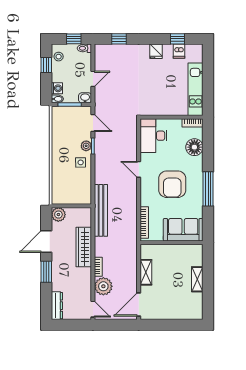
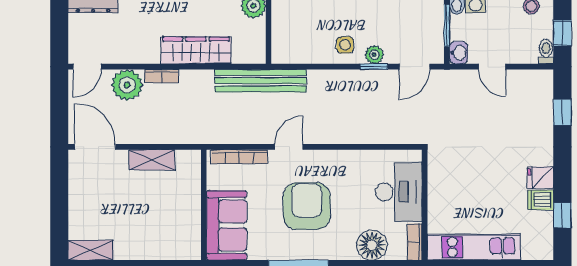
dishwasher: (179, 51) -> (541, 200), moved
desk: (153, 136) -> (399, 192), moved, turned 90
door: (139, 169) -> (289, 147), moved
armchair: (172, 184) -> (307, 206), turned 90
shelving: (197, 279) -> (91, 250), moved

